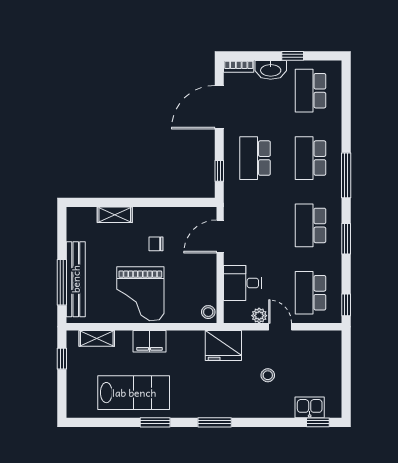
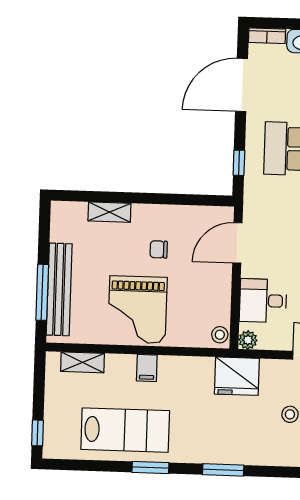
plant: (259, 316) -> (248, 340), moved
filing cabinet: (149, 341) -> (147, 368), width x0.50
window: (62, 359) -> (37, 433), moved

